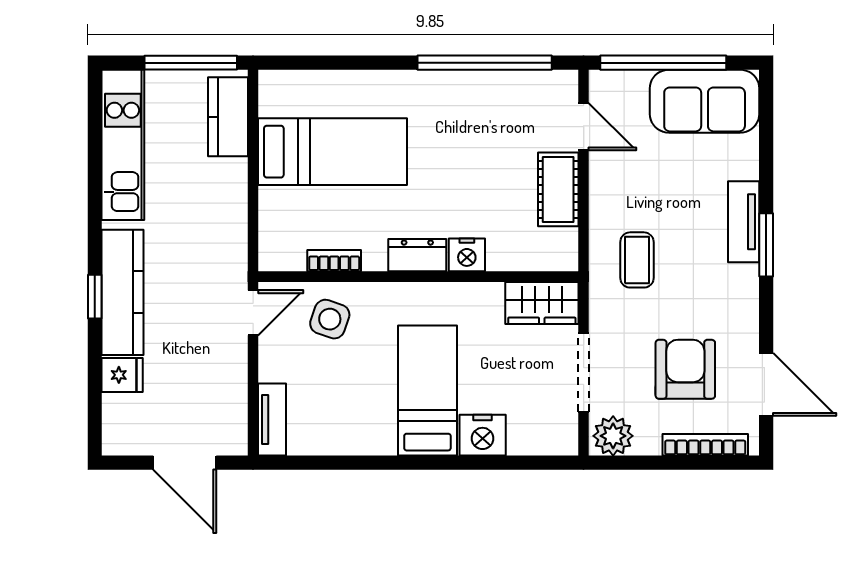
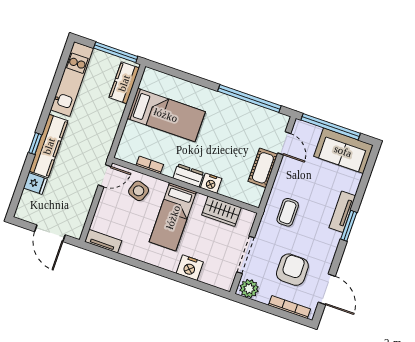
wardrobe: (542, 303) -> (221, 211), moved
bed: (427, 391) -> (173, 217), moved, turned 180
tv unit: (272, 420) -> (103, 241), moved, turned -90

